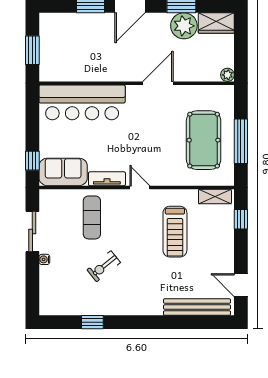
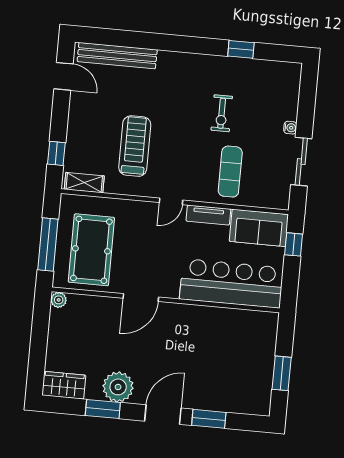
plant: (184, 26) -> (118, 387), moved
plant: (227, 75) -> (59, 300), moved
wall: (137, 83) -> (166, 300), moved
door: (158, 83) -> (141, 298), moved
bar counter: (82, 102) -> (231, 283), moved
door: (140, 188) -> (171, 201), hinge flipped
exercise bike: (104, 266) -> (222, 113), turned 129

